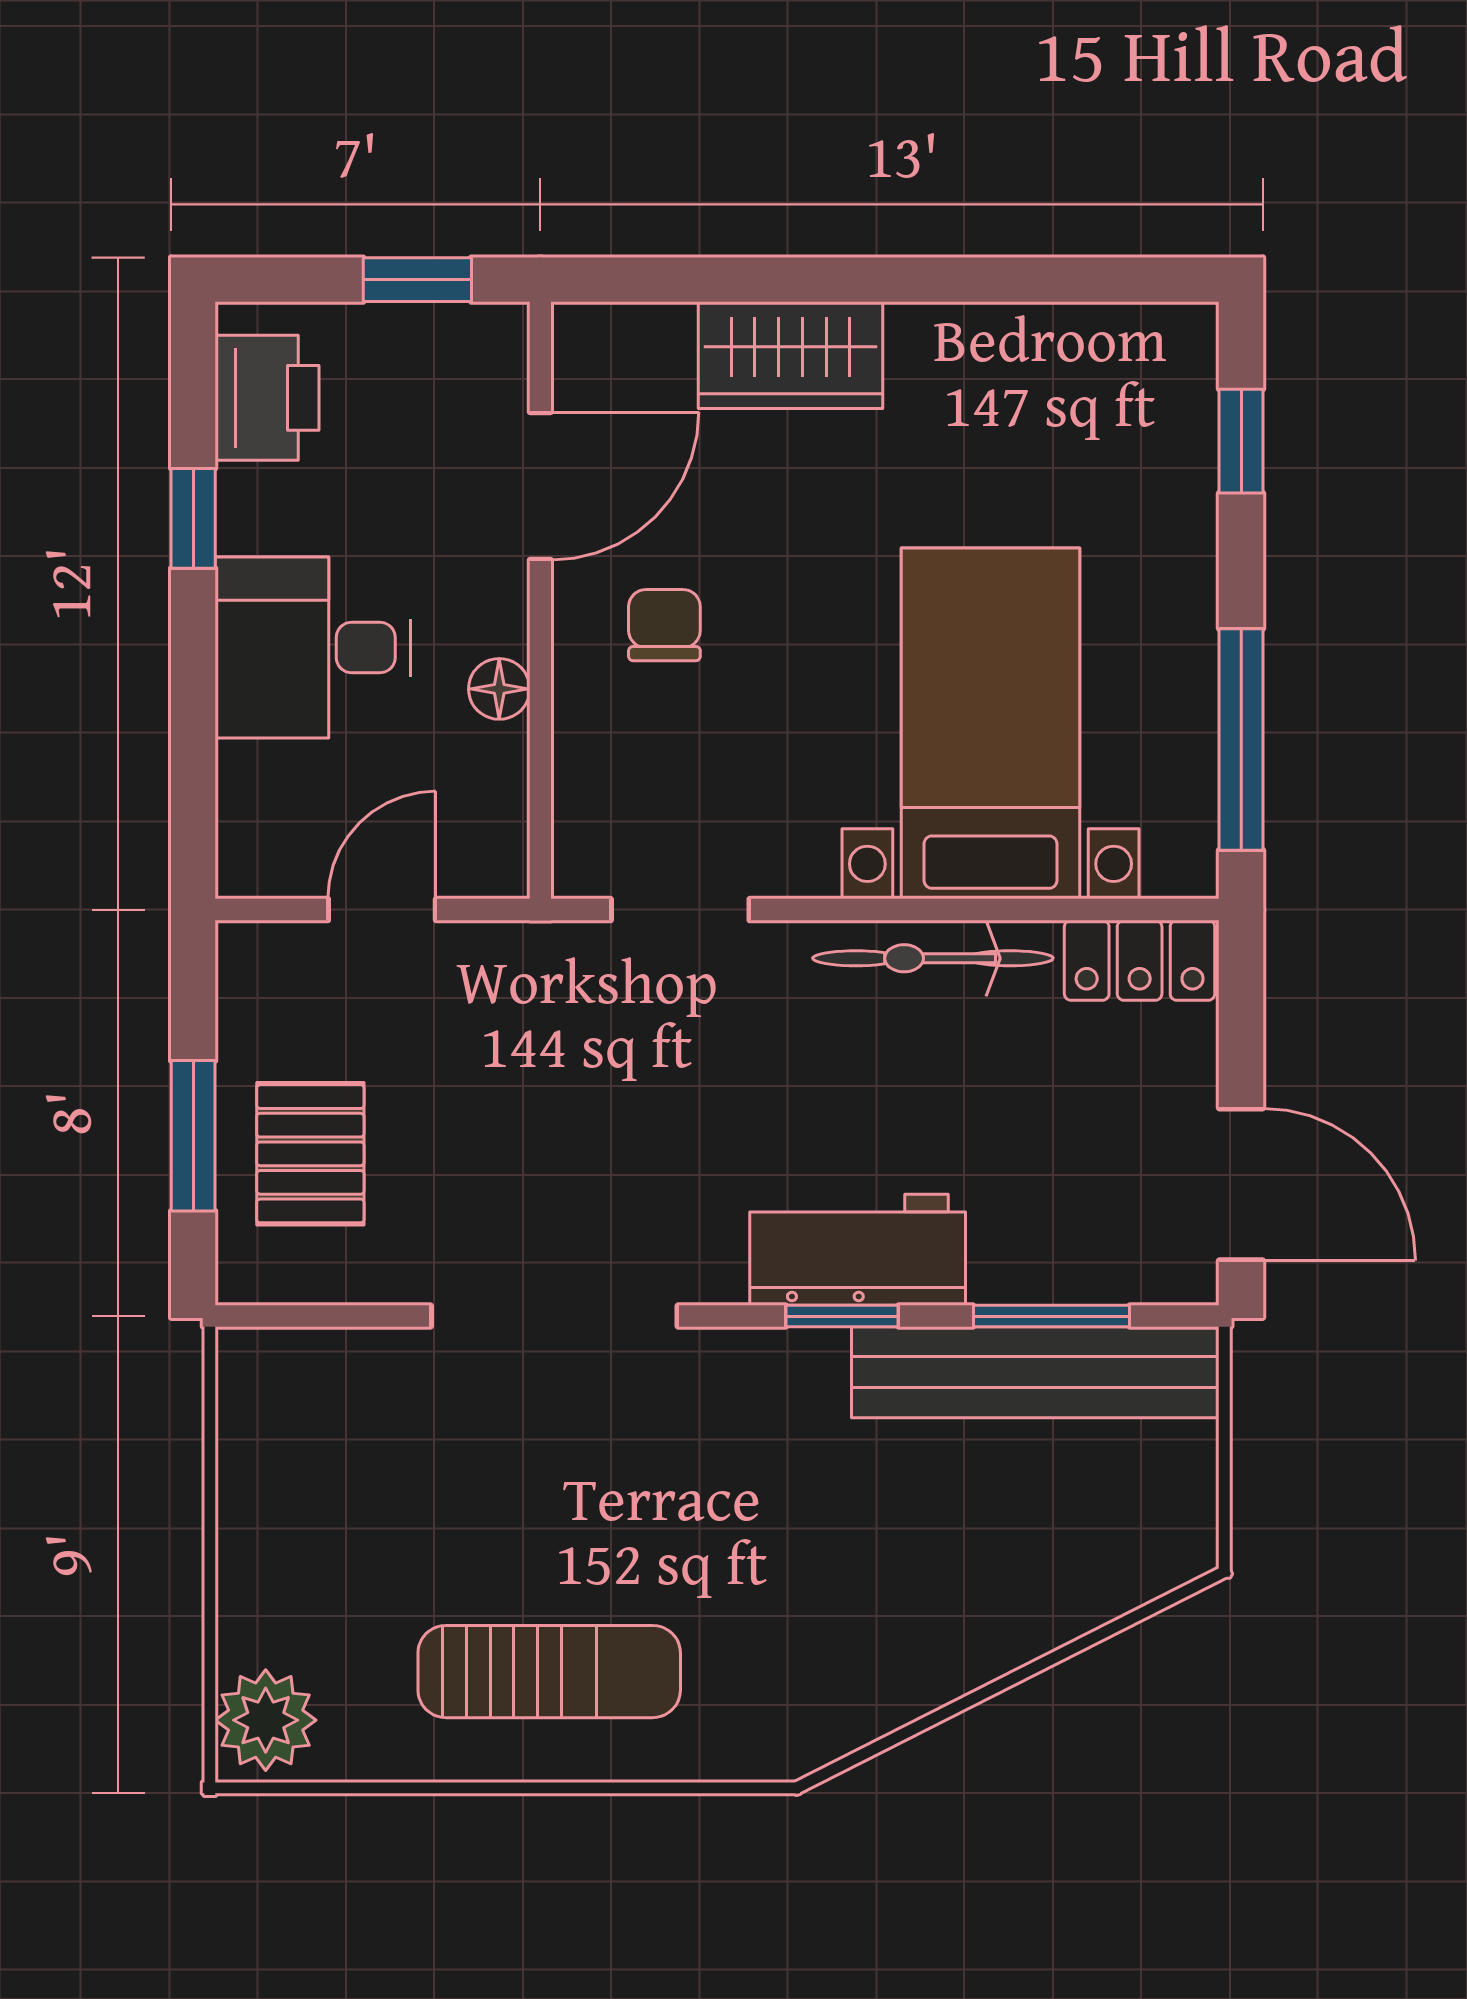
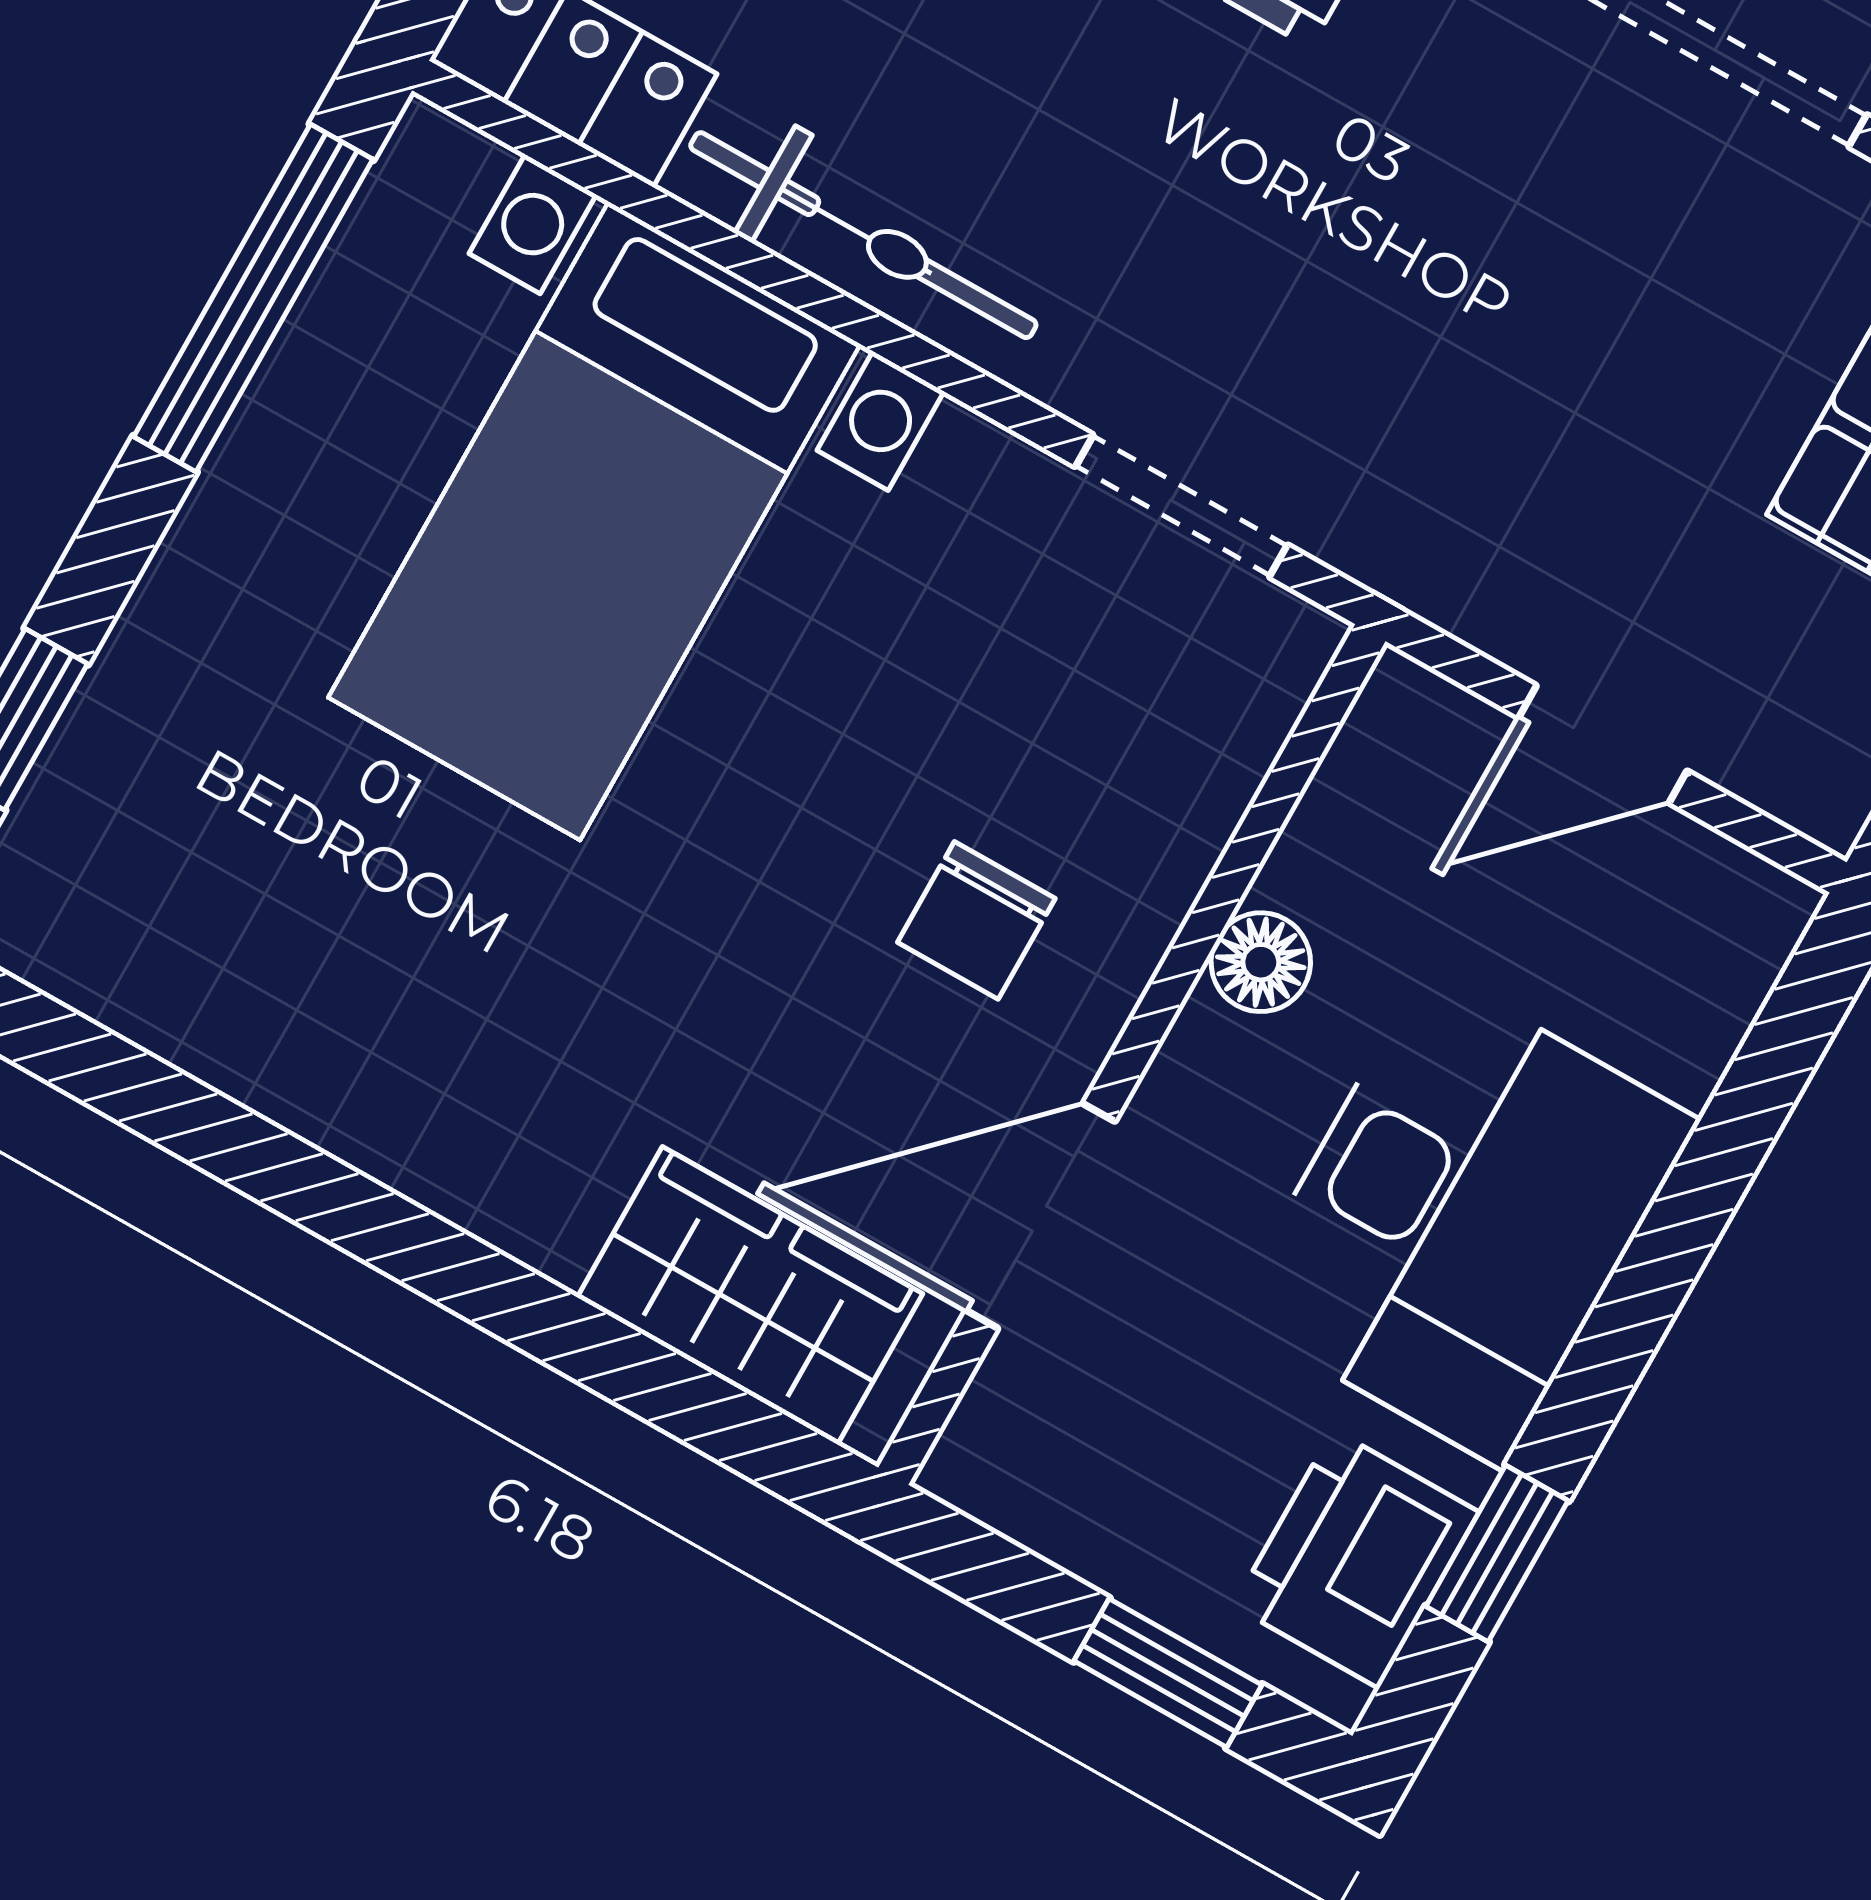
window: (417, 280) -> (1168, 1673), moved
wardrobe: (791, 355) -> (750, 1296), moved
window: (193, 518) -> (1497, 1553), moved
desk: (313, 648) -> (1464, 1217), width x1.37

